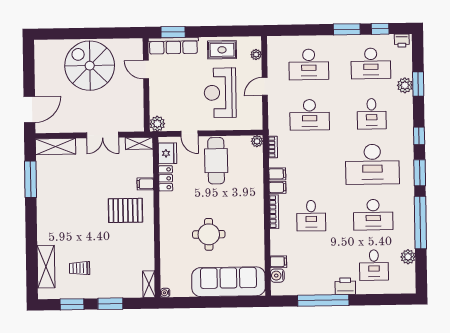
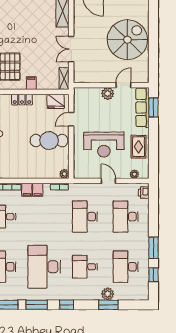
printer: (402, 41) -> (144, 193), moved
reception desk: (220, 93) -> (104, 145), turned 180
plant: (157, 124) -> (108, 94), moved
locker: (166, 178) -> (22, 100), moved

